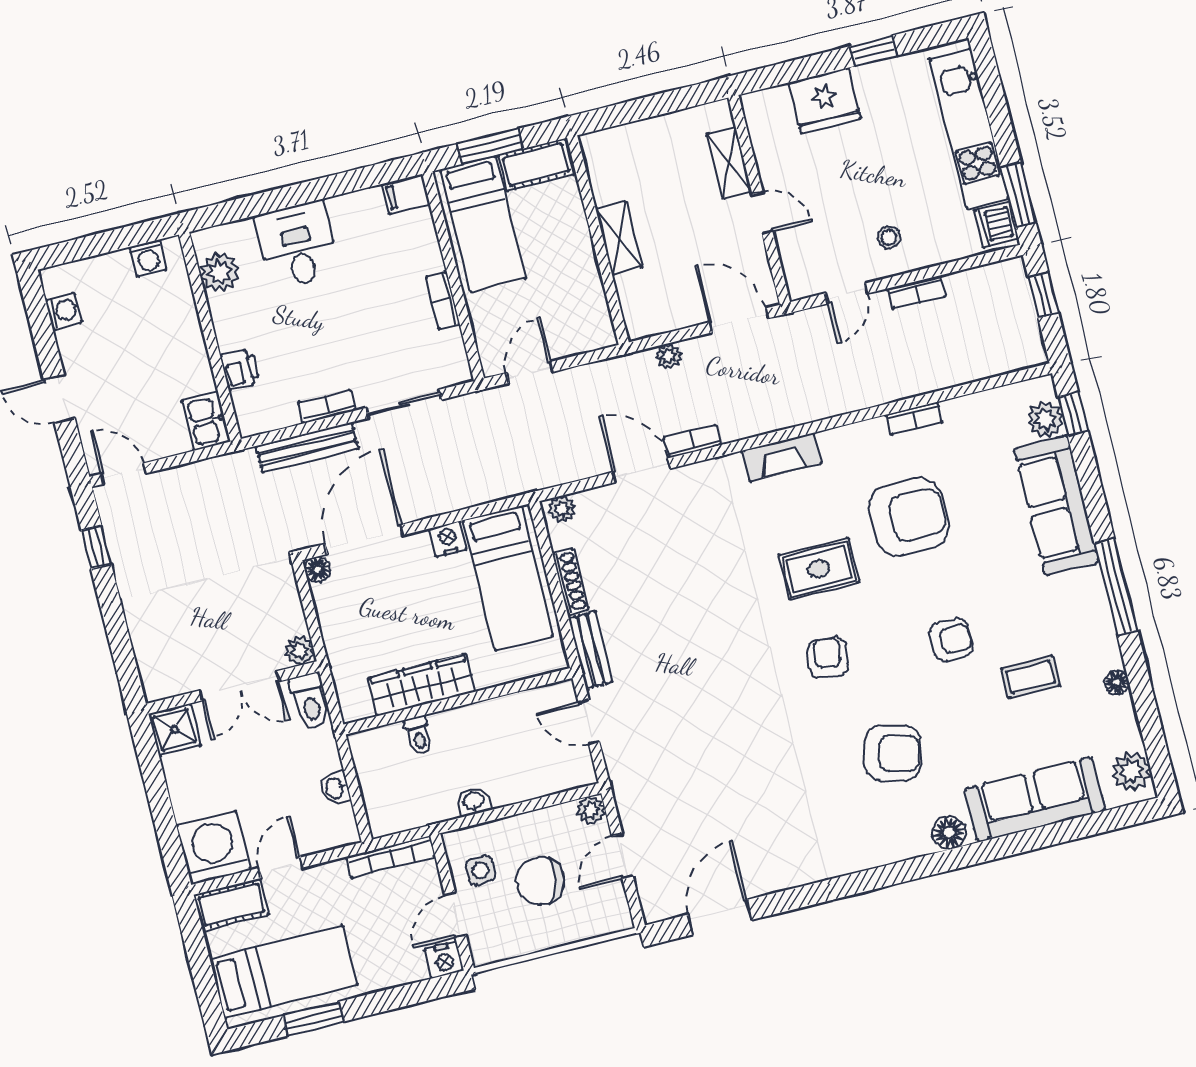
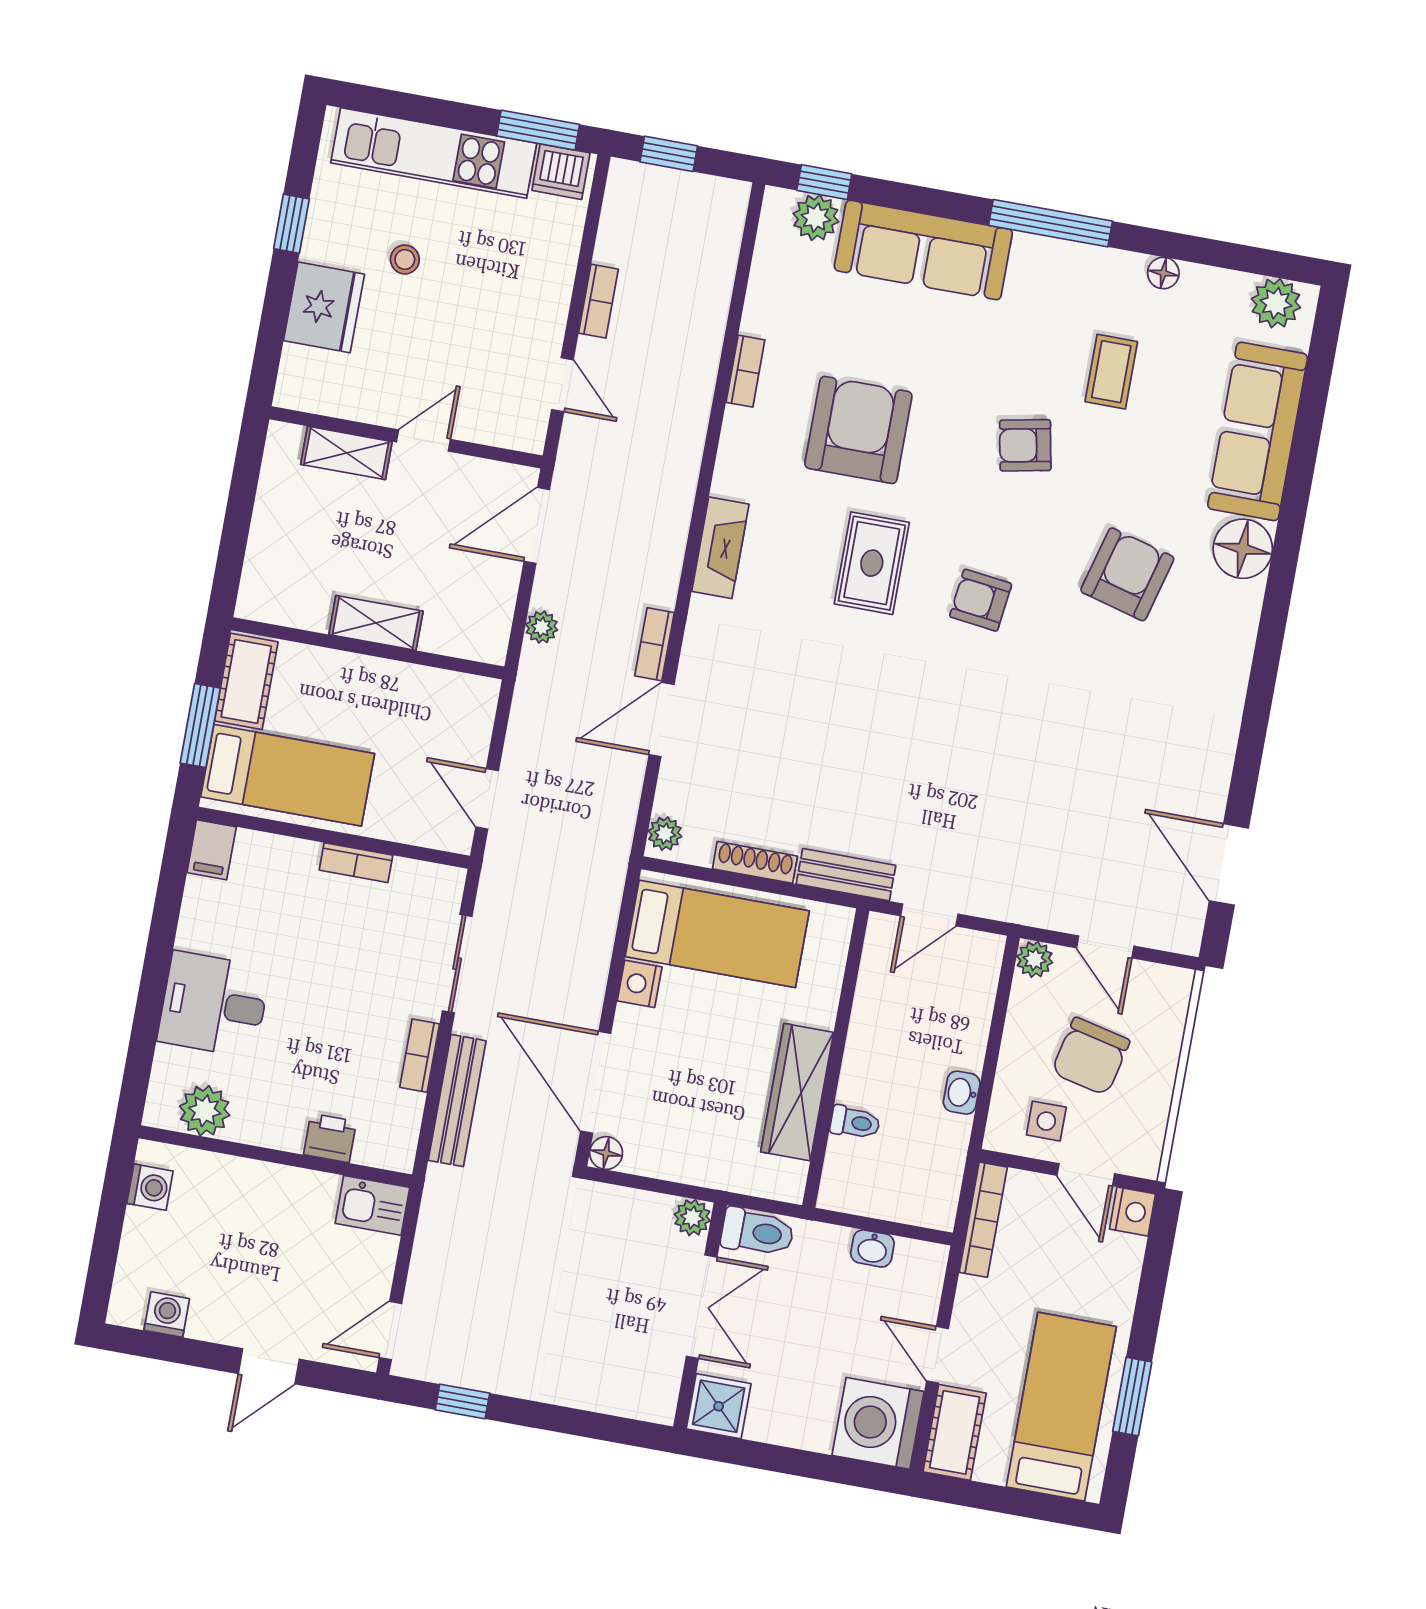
stool: (889, 237) -> (405, 260), moved
armchair: (951, 640) -> (1025, 445), turned -101
floor lamp: (949, 832) -> (1243, 549), width x1.38, depth x1.38

